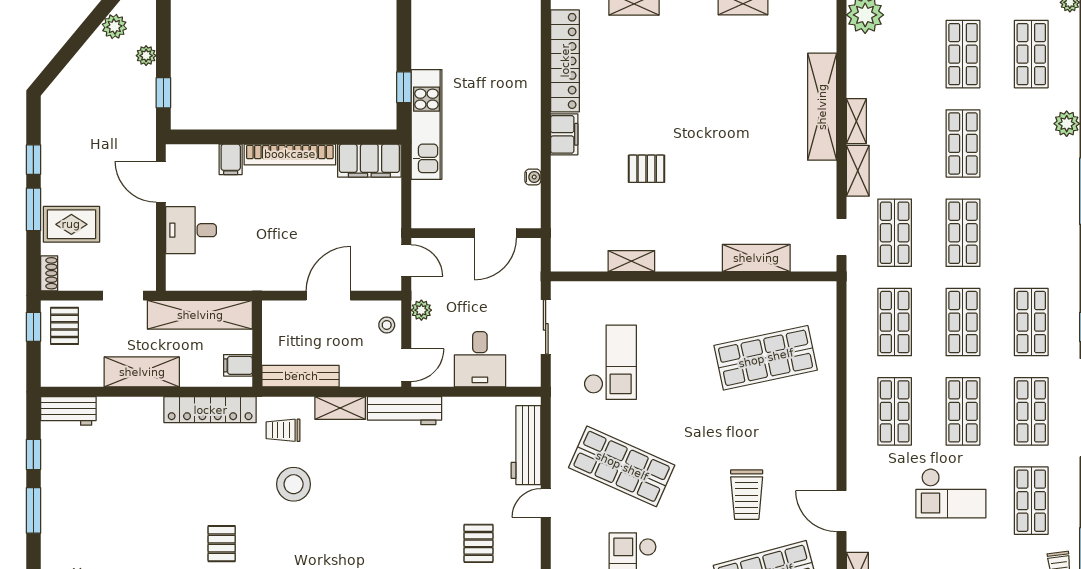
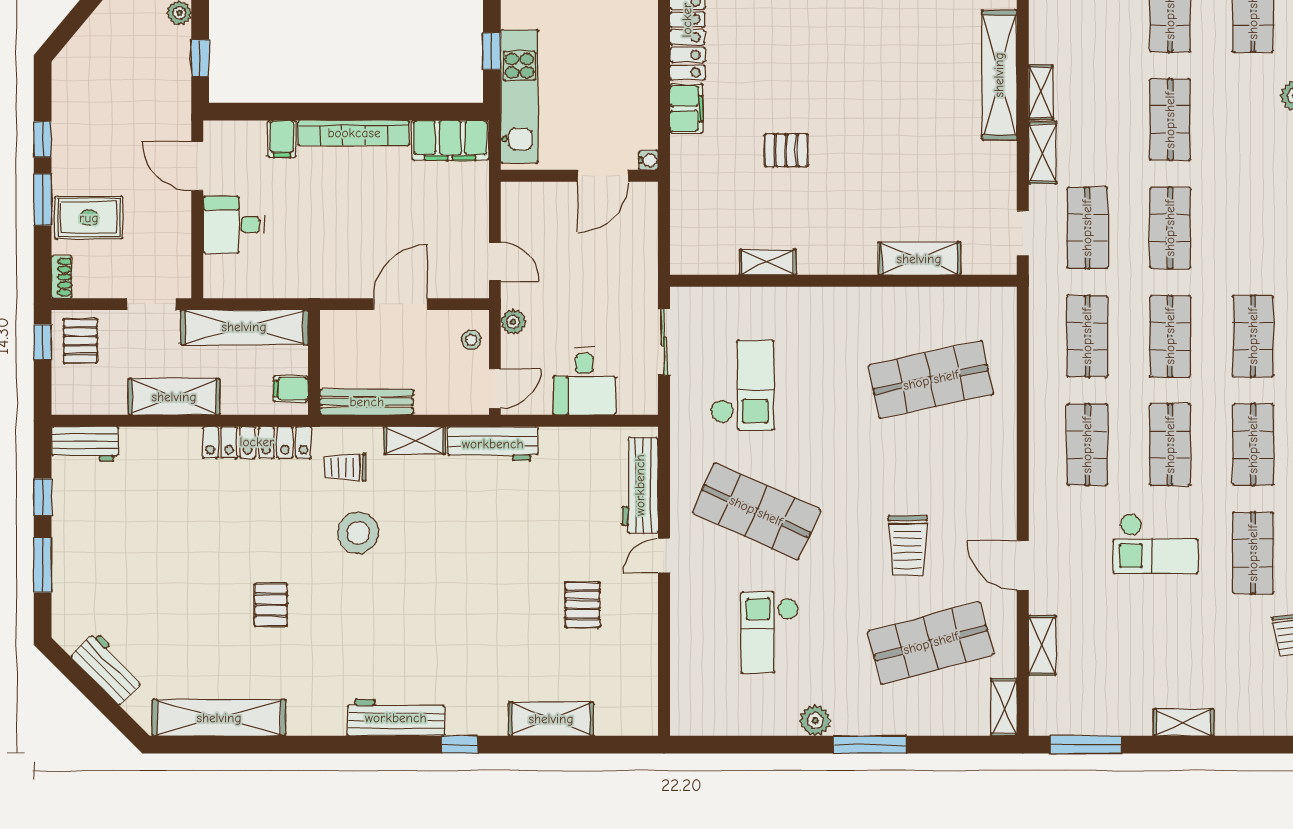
wall: (476, 233) -> (579, 176), moved
door: (495, 233) -> (603, 176), moved

